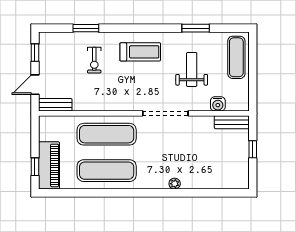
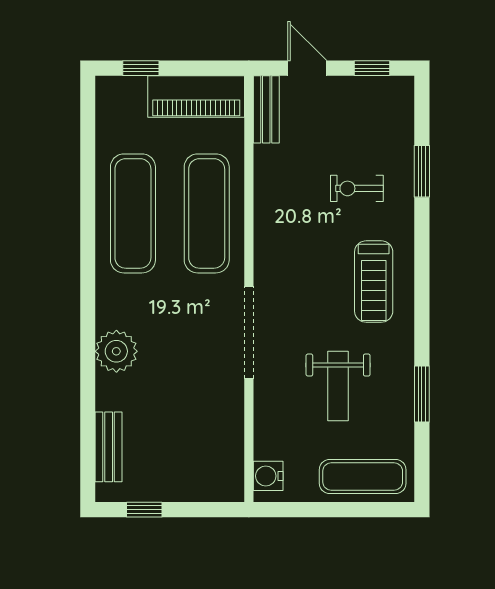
weight bench: (192, 69) -> (338, 386), turned 90
water cooler: (218, 104) -> (268, 476), moved
bench: (232, 122) -> (109, 447), moved
window: (253, 149) -> (144, 510), moved
piano: (49, 165) -> (196, 97), moved
plant: (175, 184) -> (116, 351), width x1.88, depth x1.88

